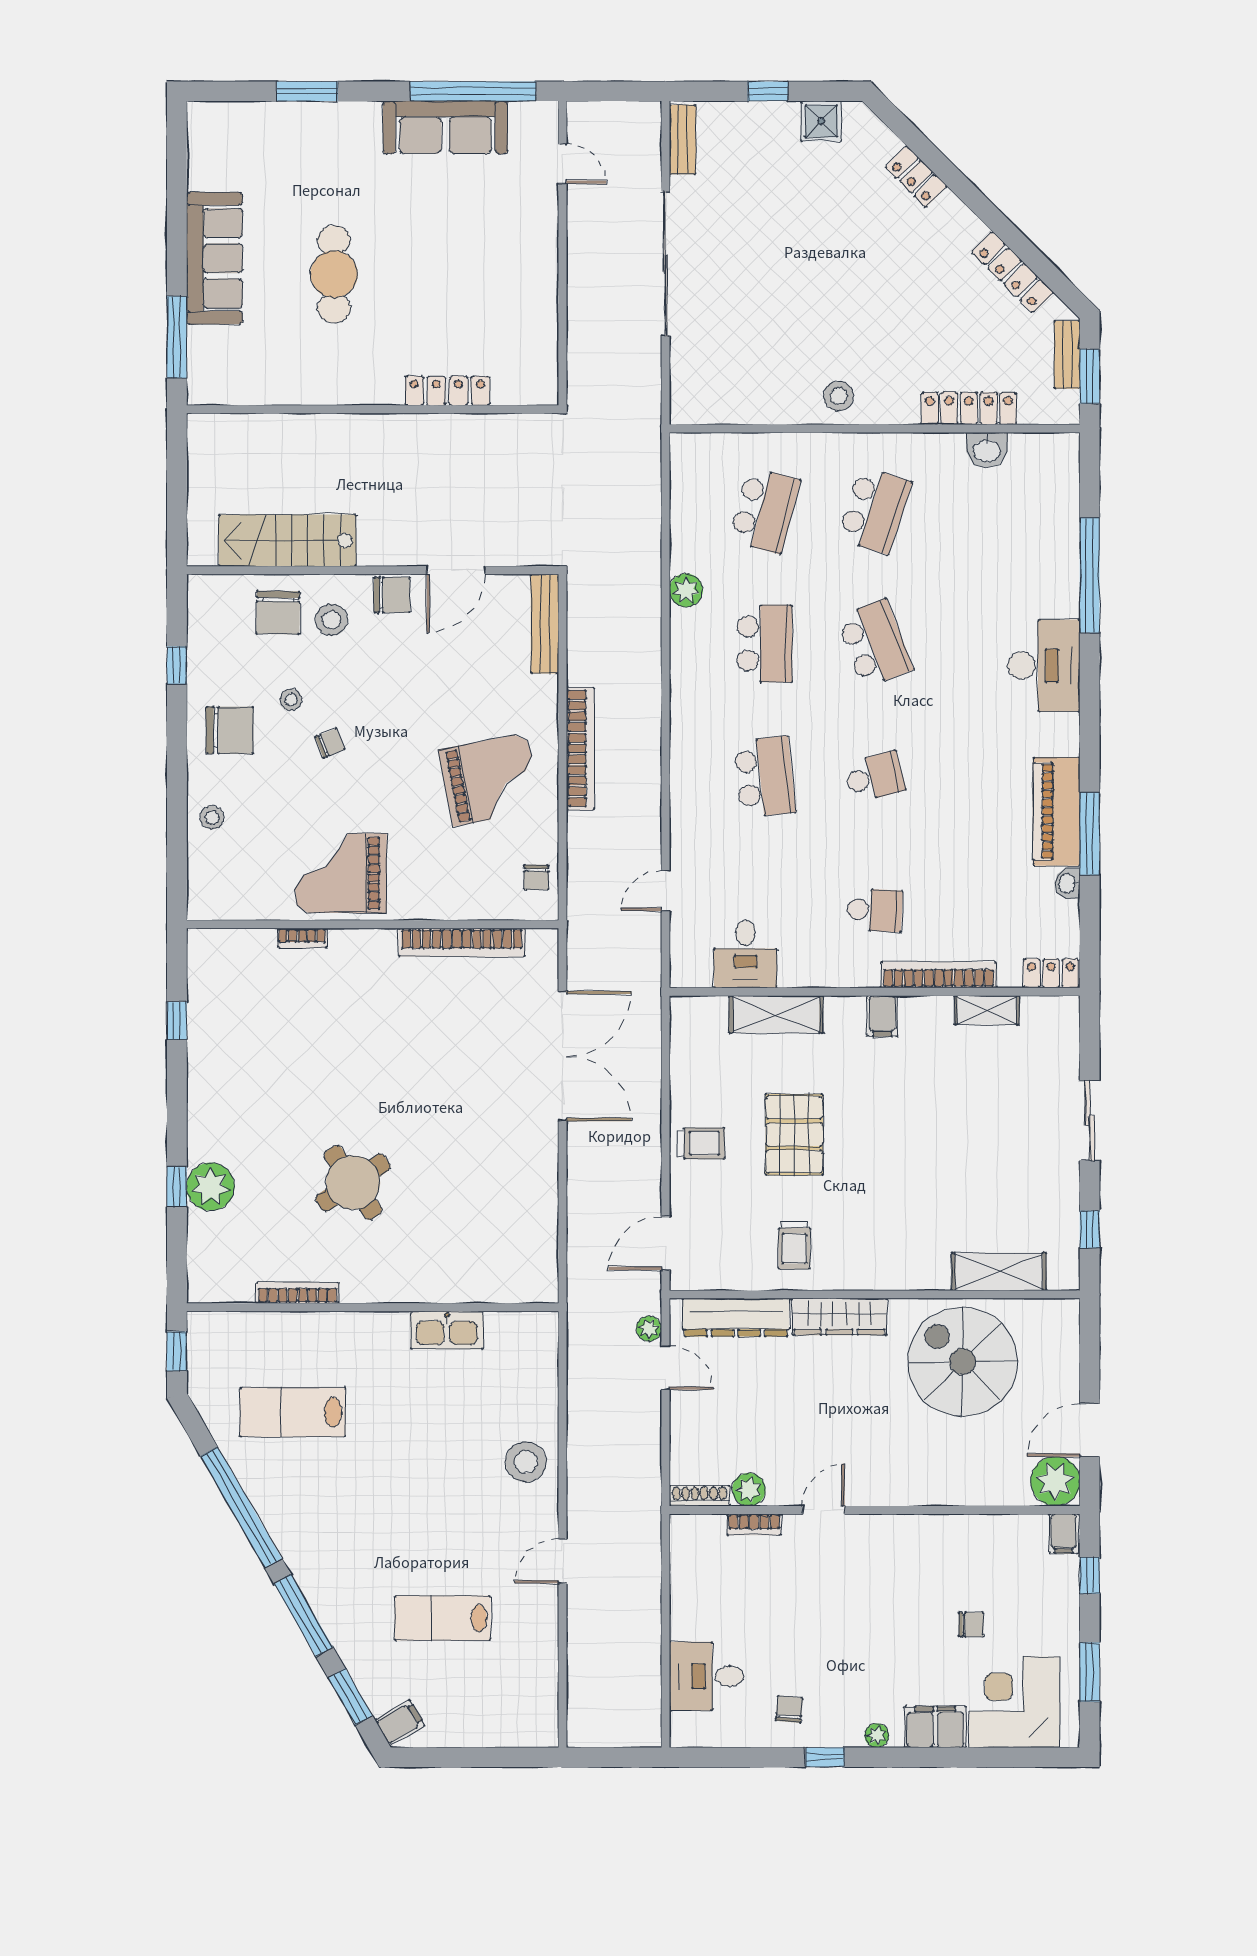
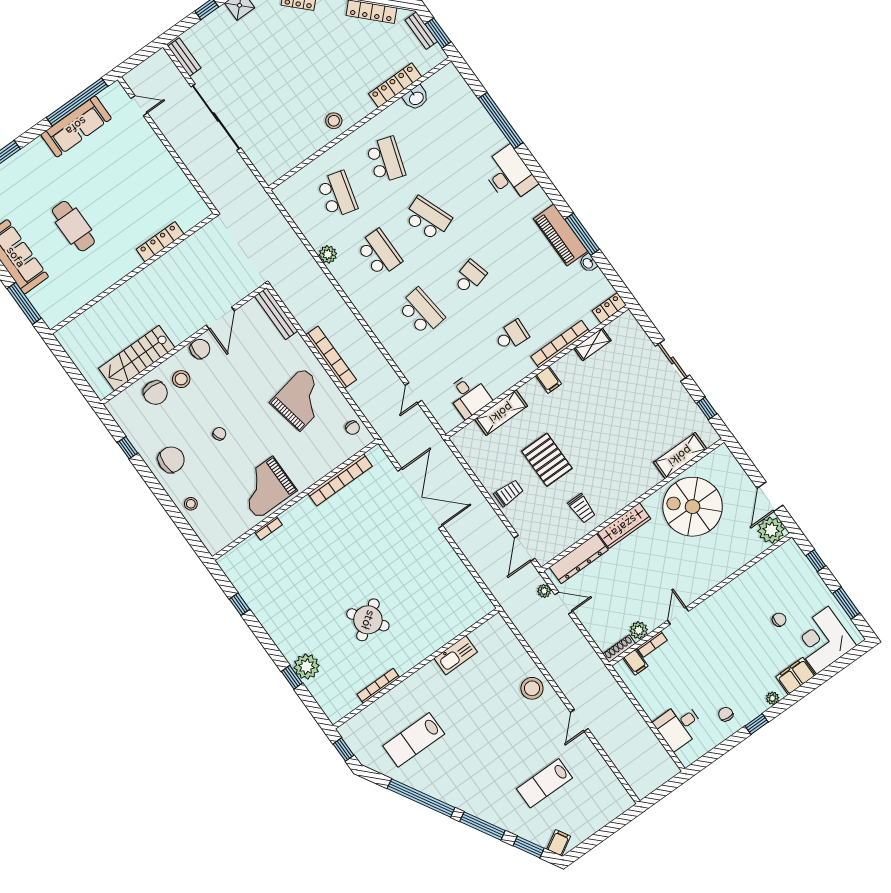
stool: (291, 700) -> (188, 427), removed
filing cabinet: (1064, 1534) -> (635, 662), moved

